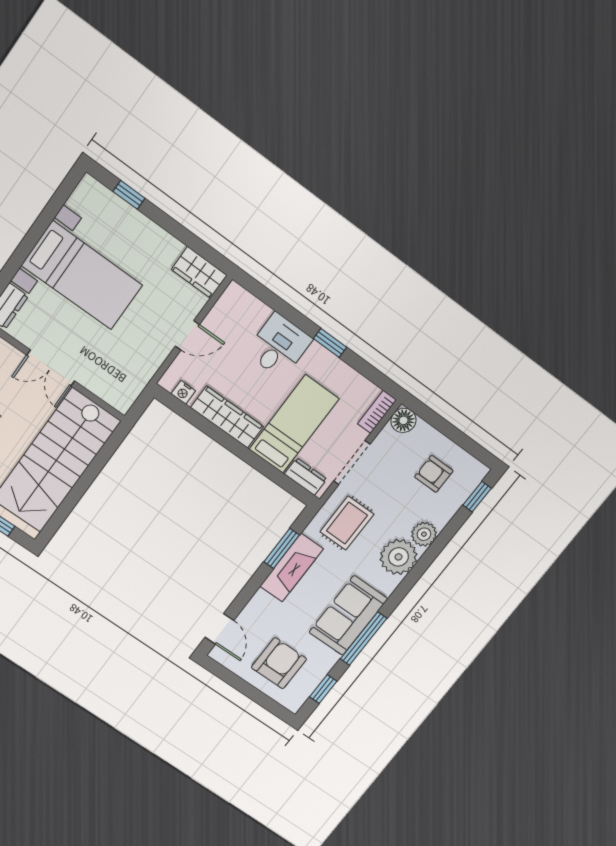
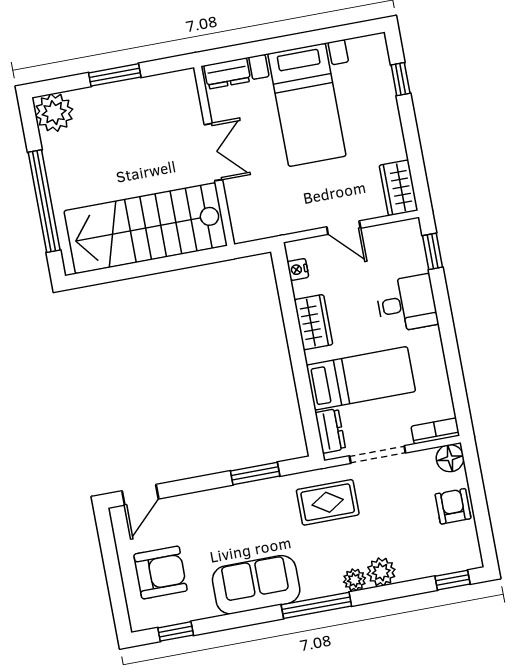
window: (330, 343) -> (433, 251), moved
double door: (51, 368) -> (213, 152), swing flipped
wardrobe: (227, 417) -> (313, 322), width x0.67
armchair: (434, 474) -> (453, 506), moved
plant: (399, 557) -> (355, 580), width x0.53, depth x0.53
fireplace: (292, 568) -> (248, 498), removed
window: (364, 639) -> (316, 605), moved

